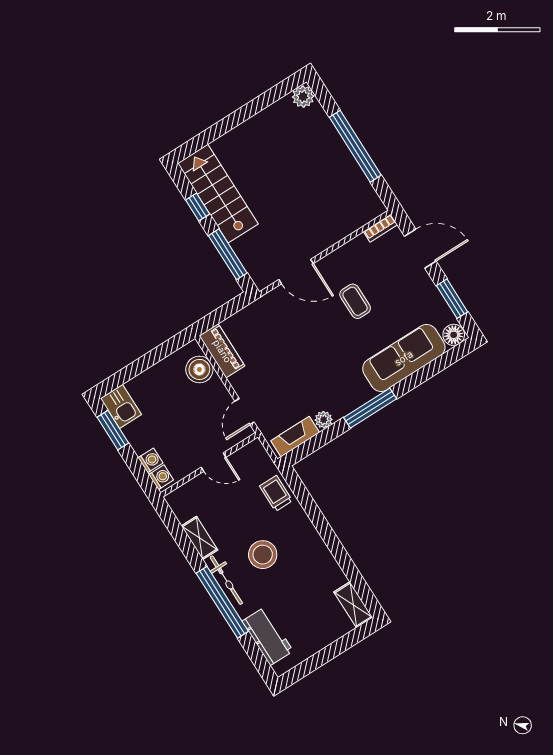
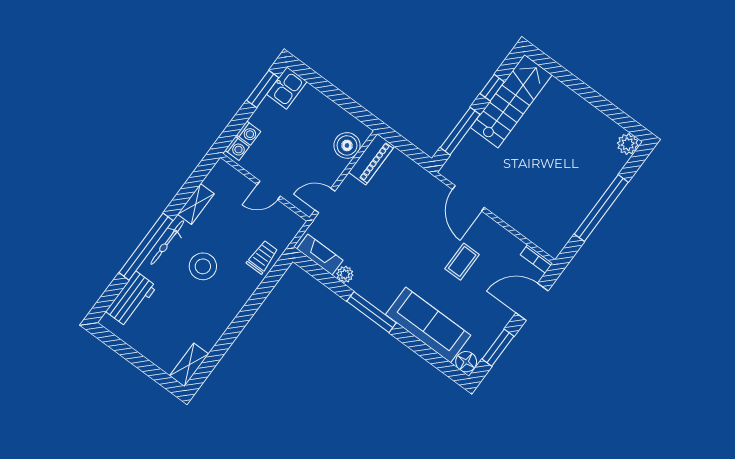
door: (420, 249) -> (532, 302), swing flipped
door: (214, 462) -> (269, 190), hinge flipped

